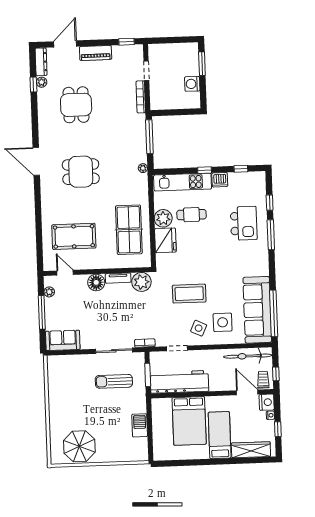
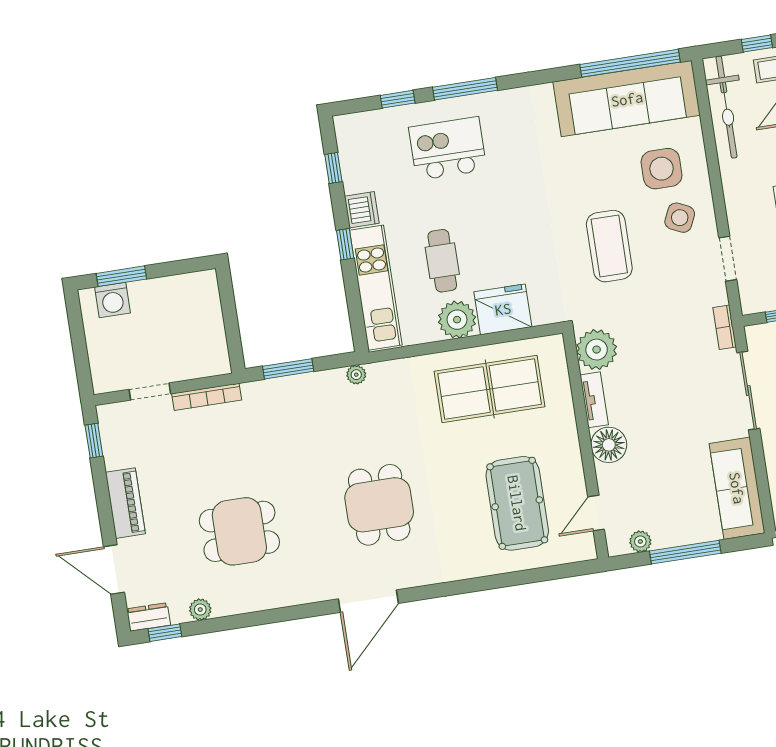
dresser: (41, 62) -> (149, 617), width x0.70
washing machine: (192, 84) -> (112, 300), moved
window: (33, 85) -> (165, 633), moved
window: (149, 137) -> (288, 369), width x0.69
sofa: (63, 340) -> (737, 488), width x1.36

